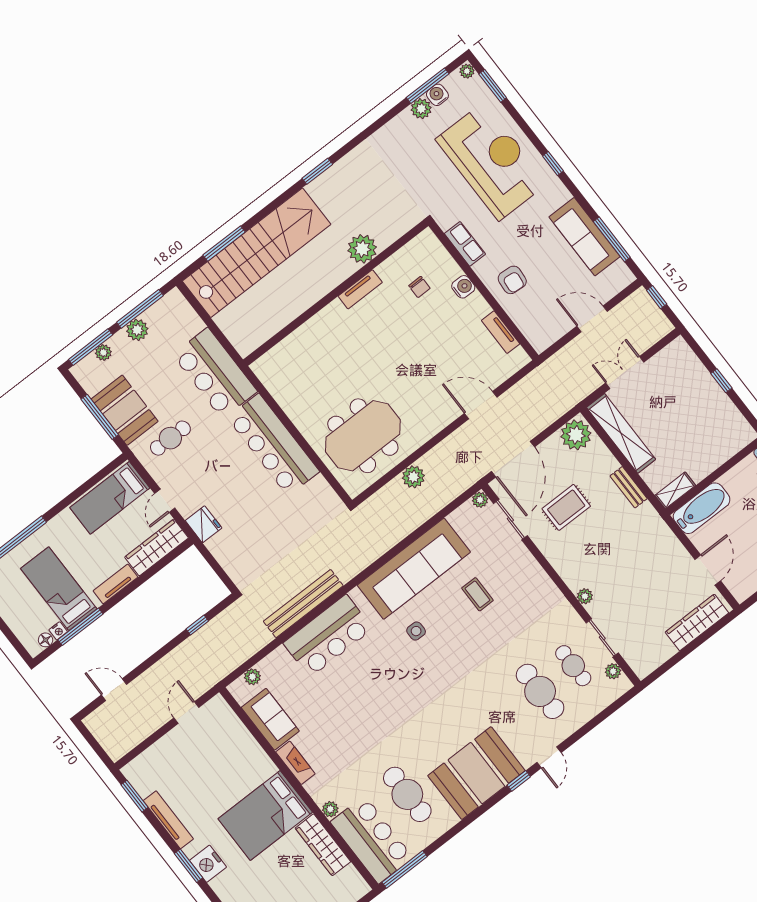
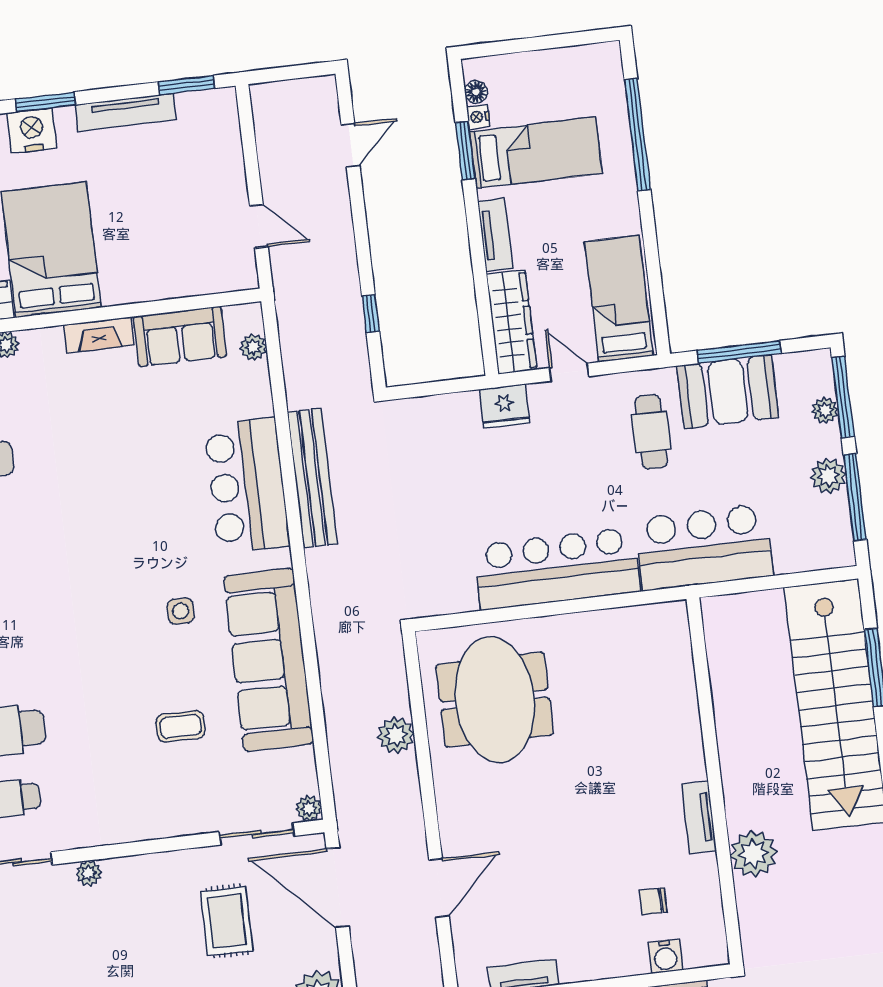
water cooler: (463, 287) -> (665, 956), moved
window: (80, 627) -> (465, 151), width x0.69

